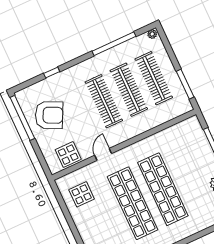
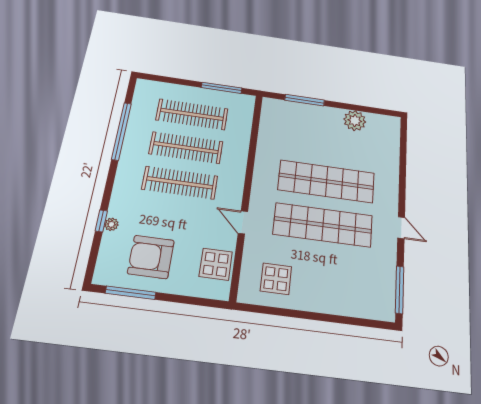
plant: (152, 34) -> (111, 224), moved
armchair: (49, 115) -> (151, 257), turned -116
window: (22, 118) -> (131, 293), width x0.68

